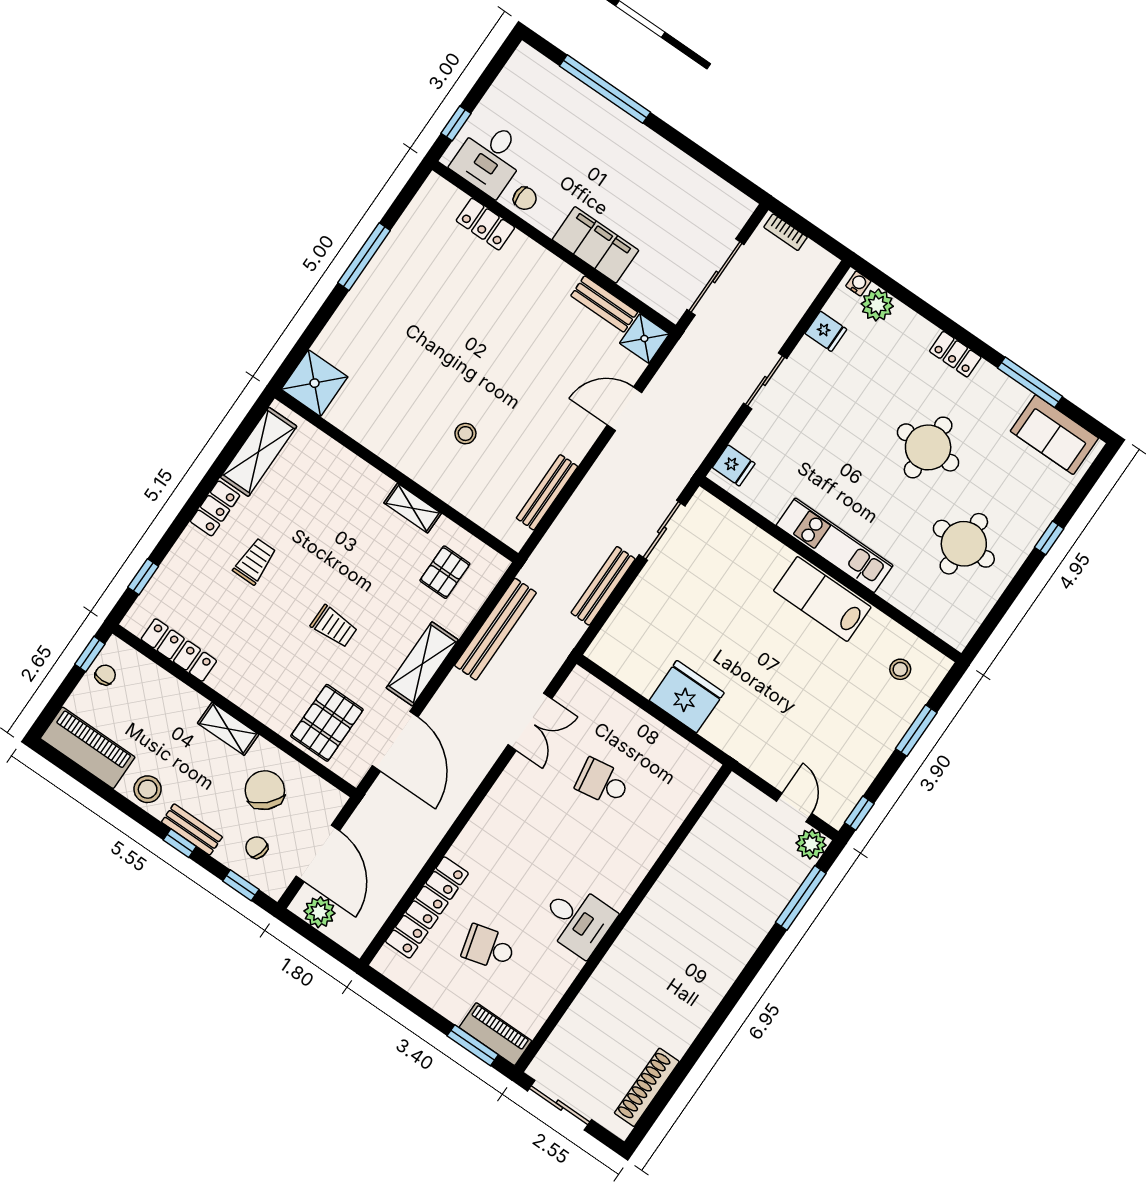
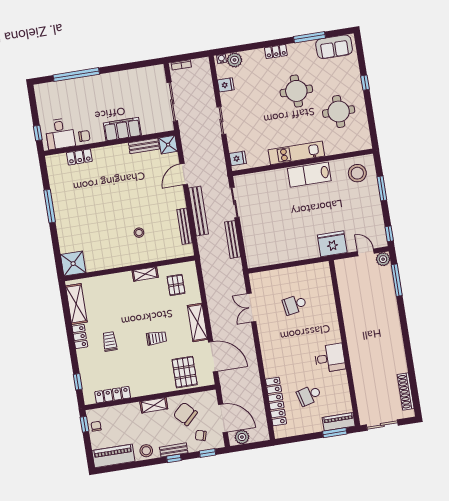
bench: (495, 629) -> (198, 211), moved
stool: (900, 669) -> (357, 173), width x1.89, depth x1.89
fridge: (687, 697) -> (332, 244), moved
double door: (530, 722) -> (251, 308), swing flipped

